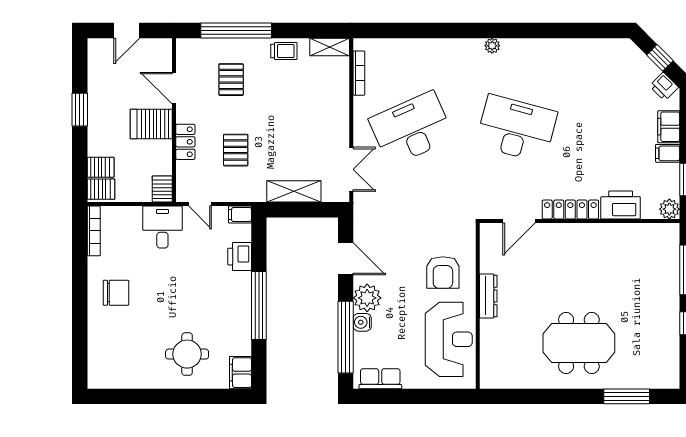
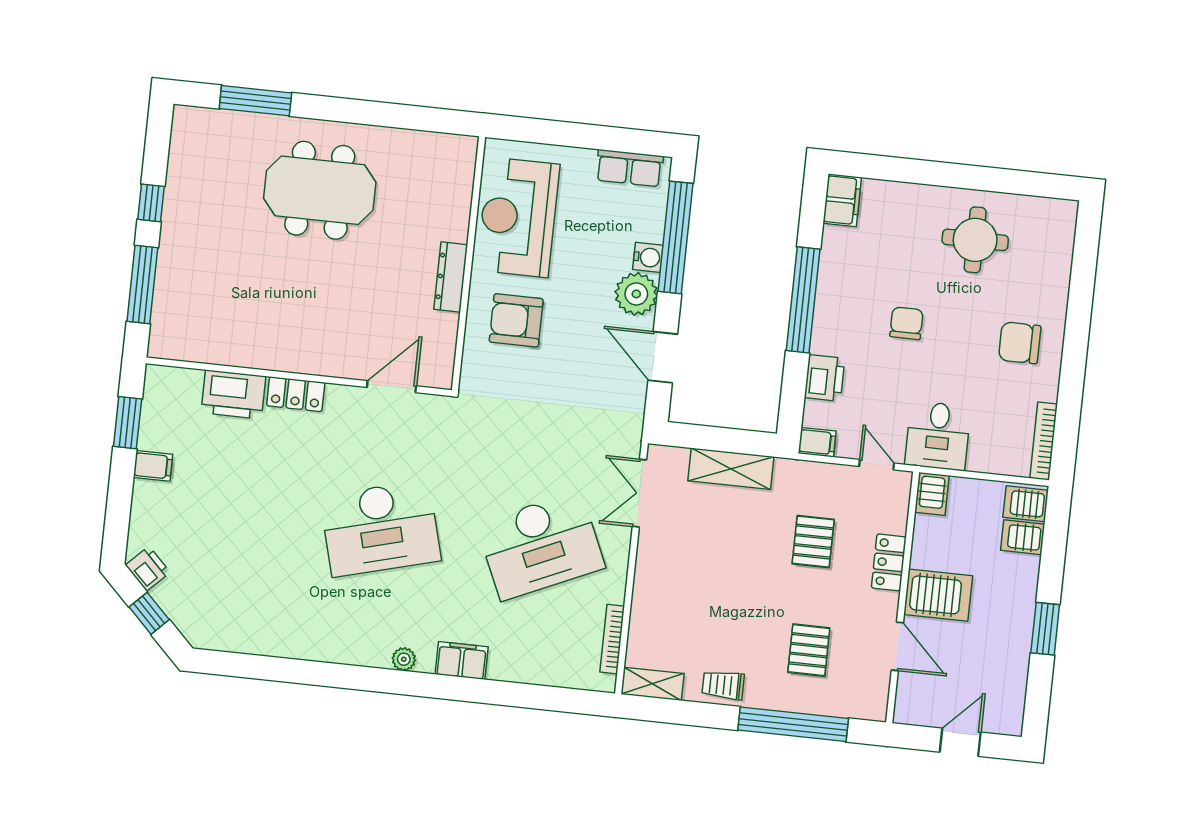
filing cabinet: (669, 127) -> (462, 660), moved, turned -90
desk: (516, 129) -> (380, 528), turned -30
plant: (669, 209) -> (159, 380), removed
locker: (570, 210) -> (296, 394), width x0.66
armchair: (443, 272) -> (516, 320), turned -90
chair: (190, 298) -> (906, 323), added
round table: (187, 354) -> (975, 240), moved

